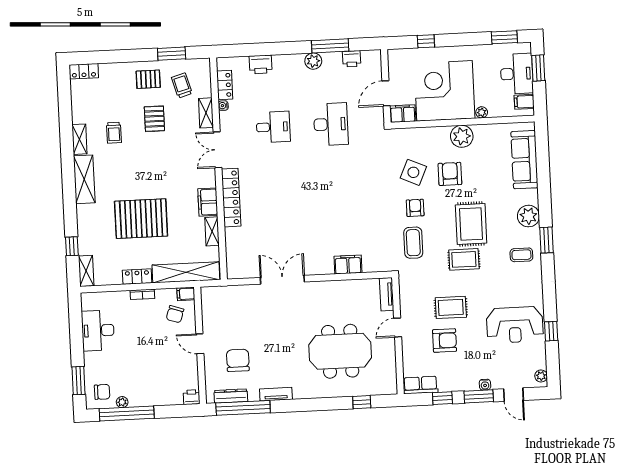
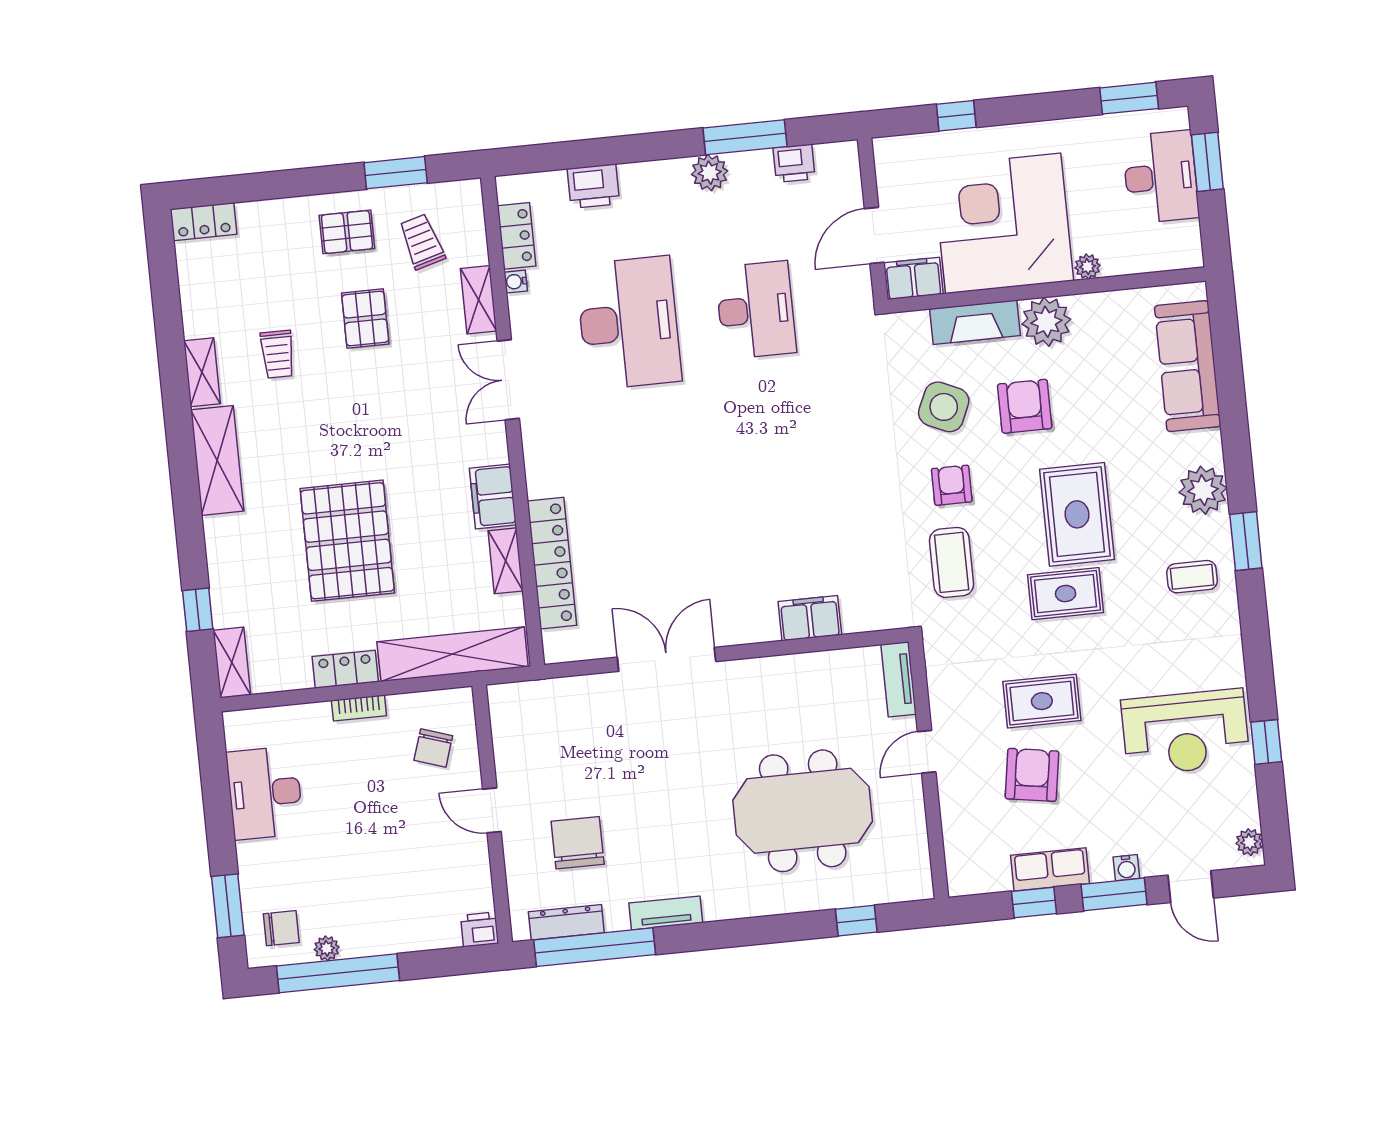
filing cabinet: (524, 102) -> (1180, 238), removed
desk: (273, 127) -> (629, 323), width x1.87, depth x1.30
fireplace: (429, 135) -> (975, 322), added
locker: (231, 198) -> (552, 563), moved
pallet: (141, 219) -> (347, 541), turned 90
filing cabinet: (186, 294) -> (455, 702), removed
armchair: (445, 340) -> (1032, 775), turned -81
row of seats: (420, 385) -> (1050, 869), moved

